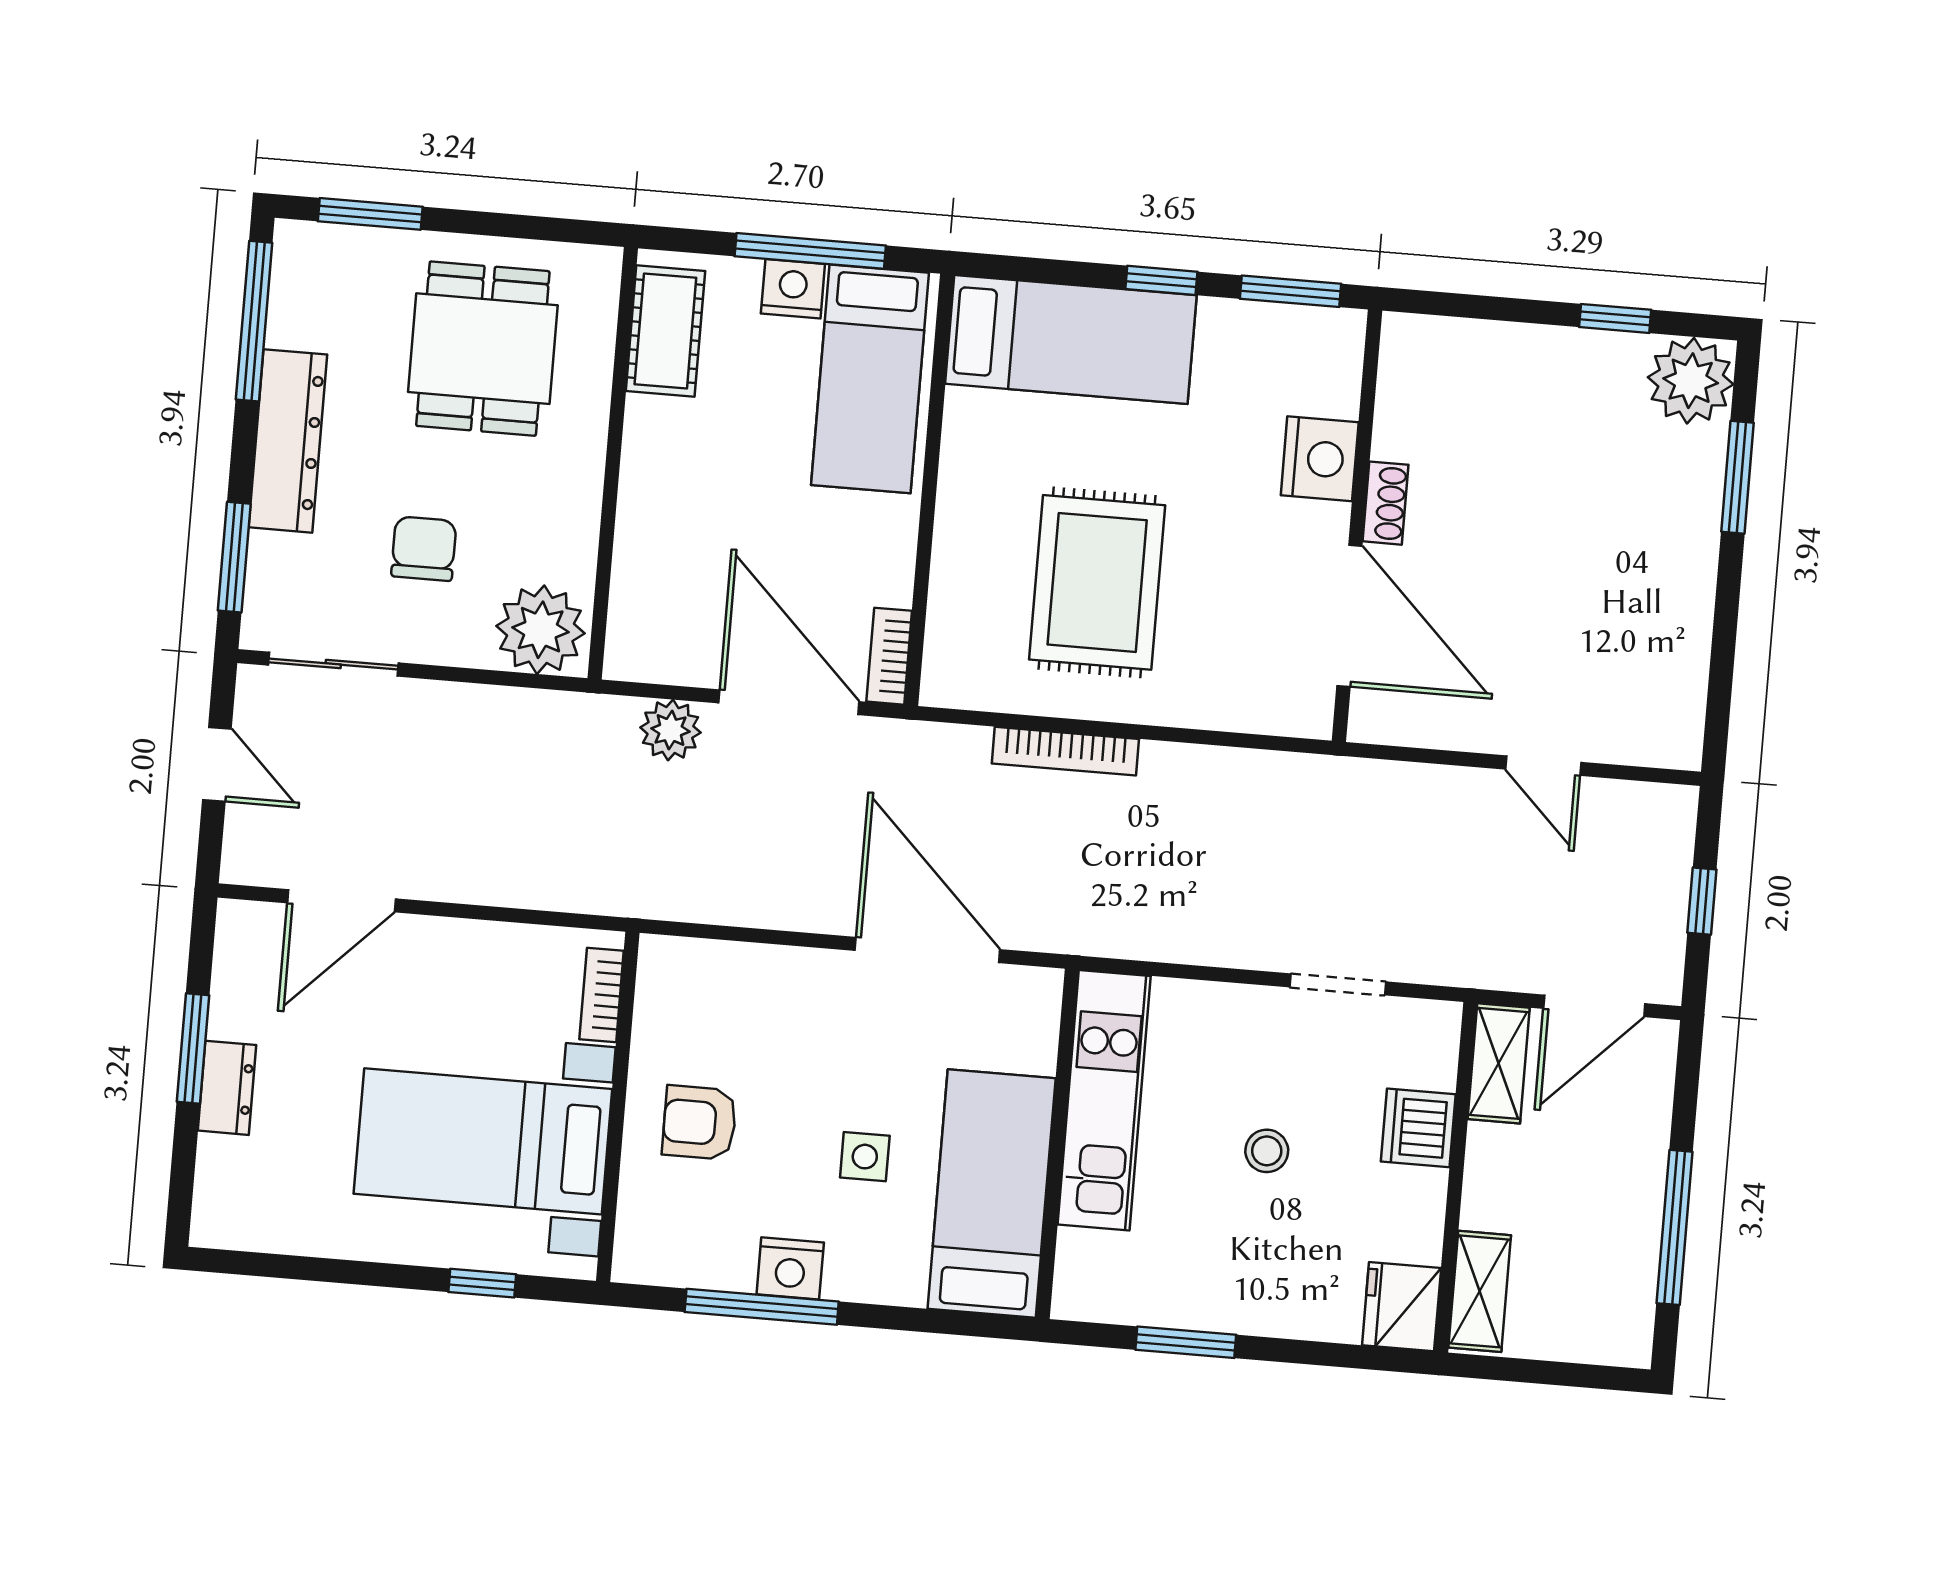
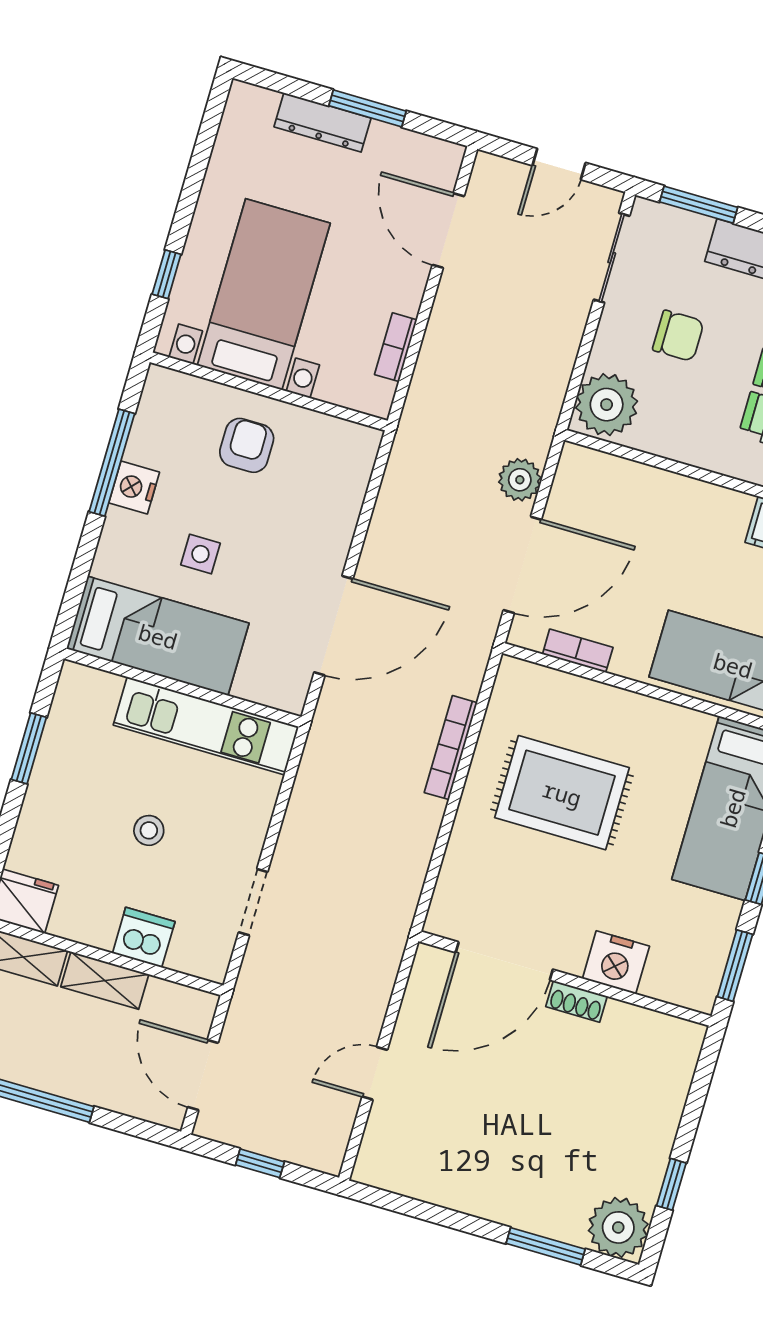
bookcase: (889, 656) -> (578, 651), moved
bookcase: (602, 995) -> (396, 347), moved, turned -90
shelving: (1499, 1063) -> (105, 981), moved
dresser: (227, 1088) -> (323, 122), width x1.44

